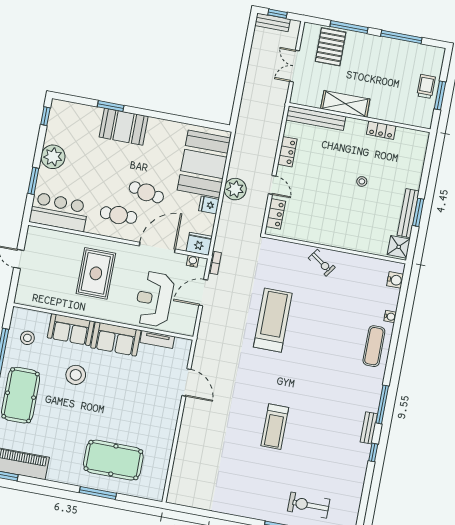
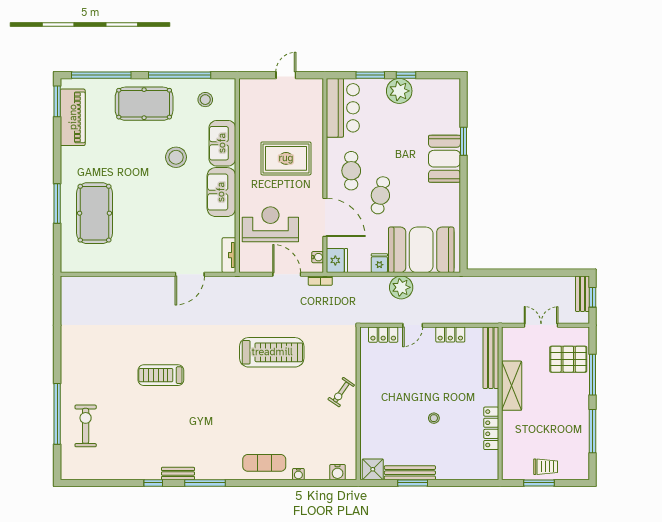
window: (45, 116) -> (406, 75), moved
locker: (381, 130) -> (491, 428), width x1.53
tv unit: (157, 339) -> (229, 255), moved

